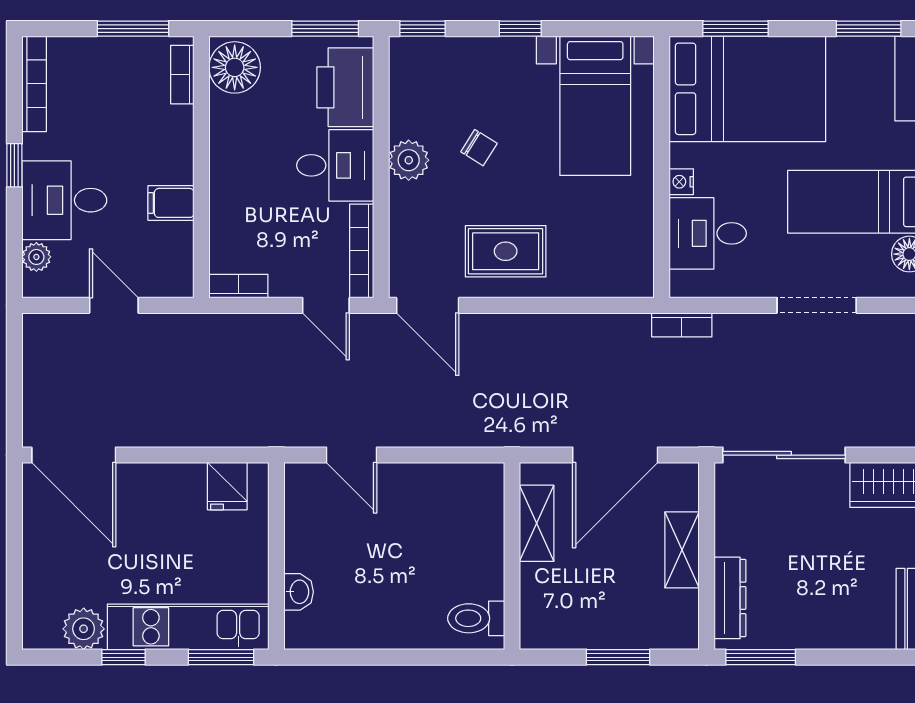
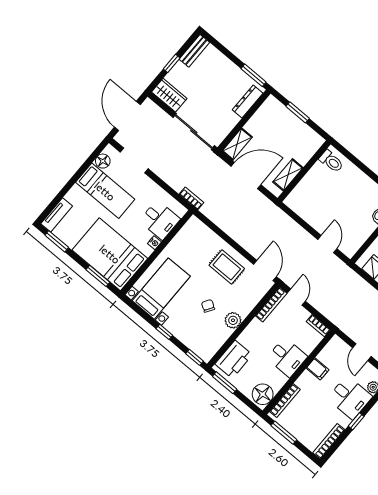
bookcase: (182, 75) -> (285, 401), width x1.56
desk: (335, 165) -> (287, 357), moved, turned 180
doorway: (817, 305) -> (134, 160), moved
shelving: (682, 550) -> (237, 144), moved

